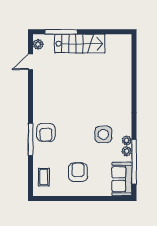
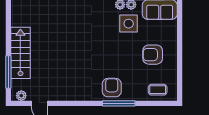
armchair: (46, 132) -> (112, 88), turned -90
side table: (103, 134) -> (129, 24), moved

